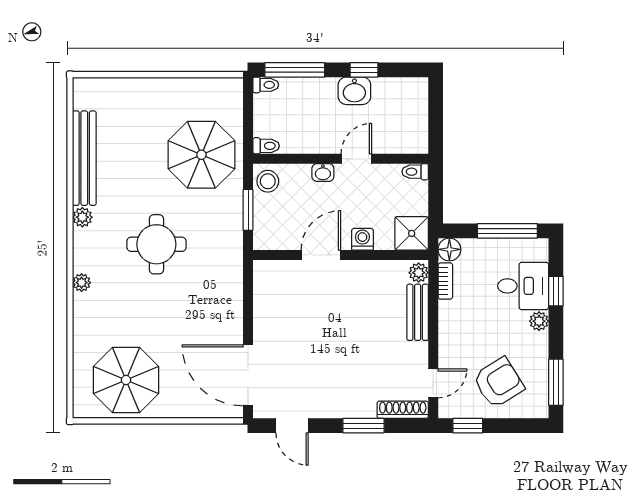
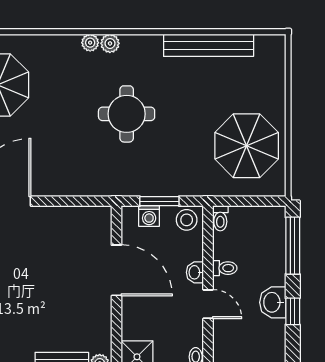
toilet: (266, 85) -> (225, 268), moved, turned -90
parasol: (201, 155) -> (247, 146), moved
plant: (82, 217) -> (110, 43), moved
washing machine: (362, 239) -> (149, 216), moved, turned 90
door: (321, 255) -> (116, 270), width x1.36

